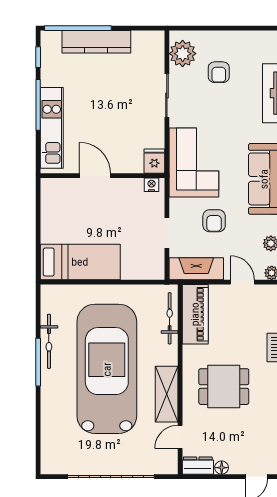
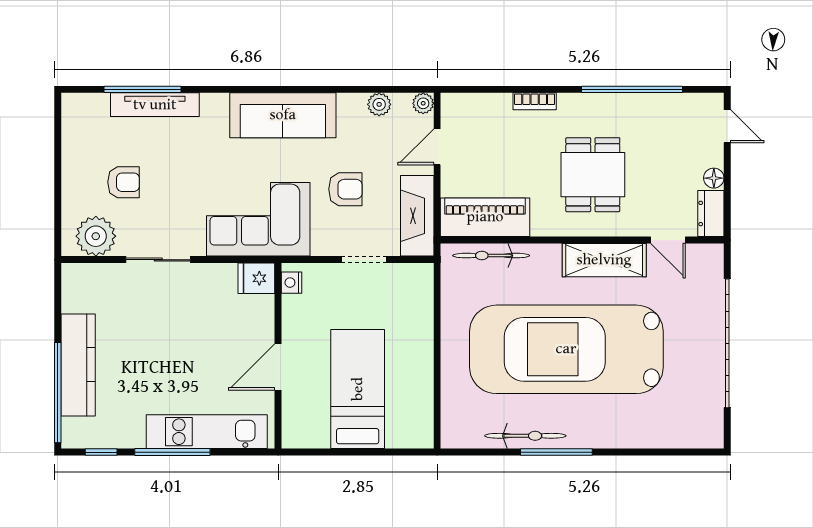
bed: (80, 262) -> (358, 389), moved

